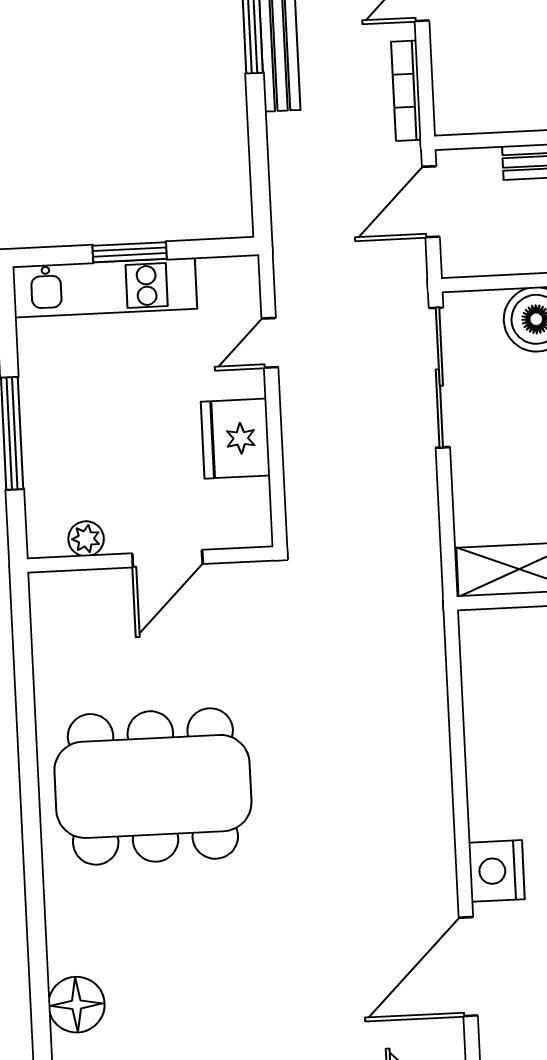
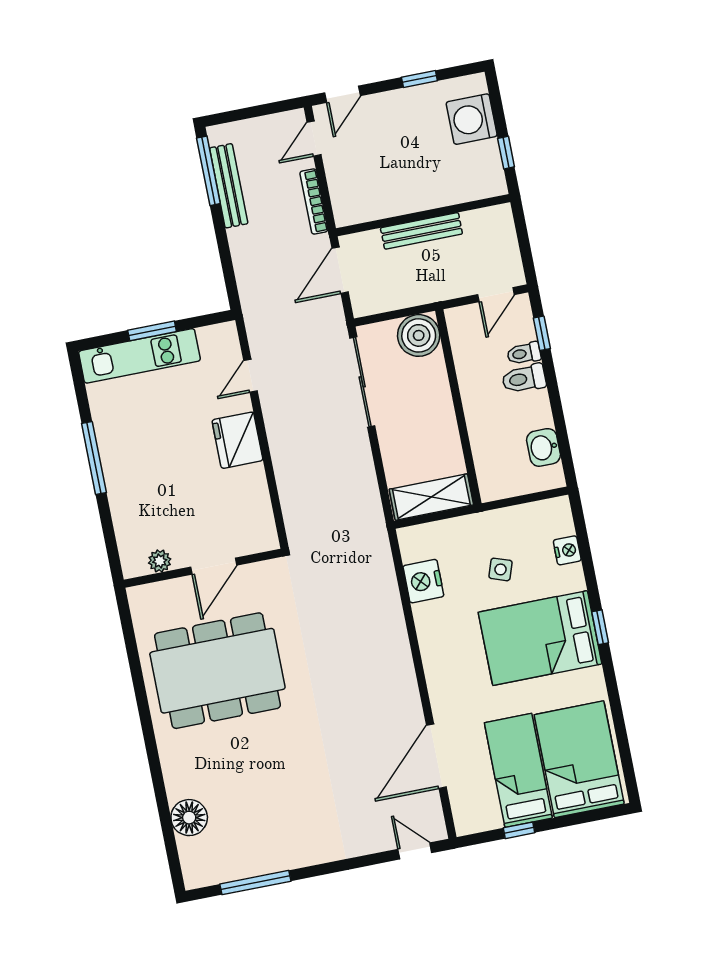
plant: (86, 539) -> (160, 561), moved
door: (167, 559) -> (214, 566), moved
wall: (150, 560) -> (203, 568), moved
nightstand: (497, 871) -> (423, 581), moved

